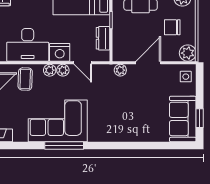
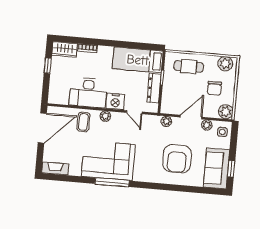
chair: (172, 27) -> (214, 88), turned -90
dresser: (103, 38) -> (154, 88), width x1.44
plant: (63, 70) -> (207, 125), moved
armchair: (136, 112) -> (177, 159), added

